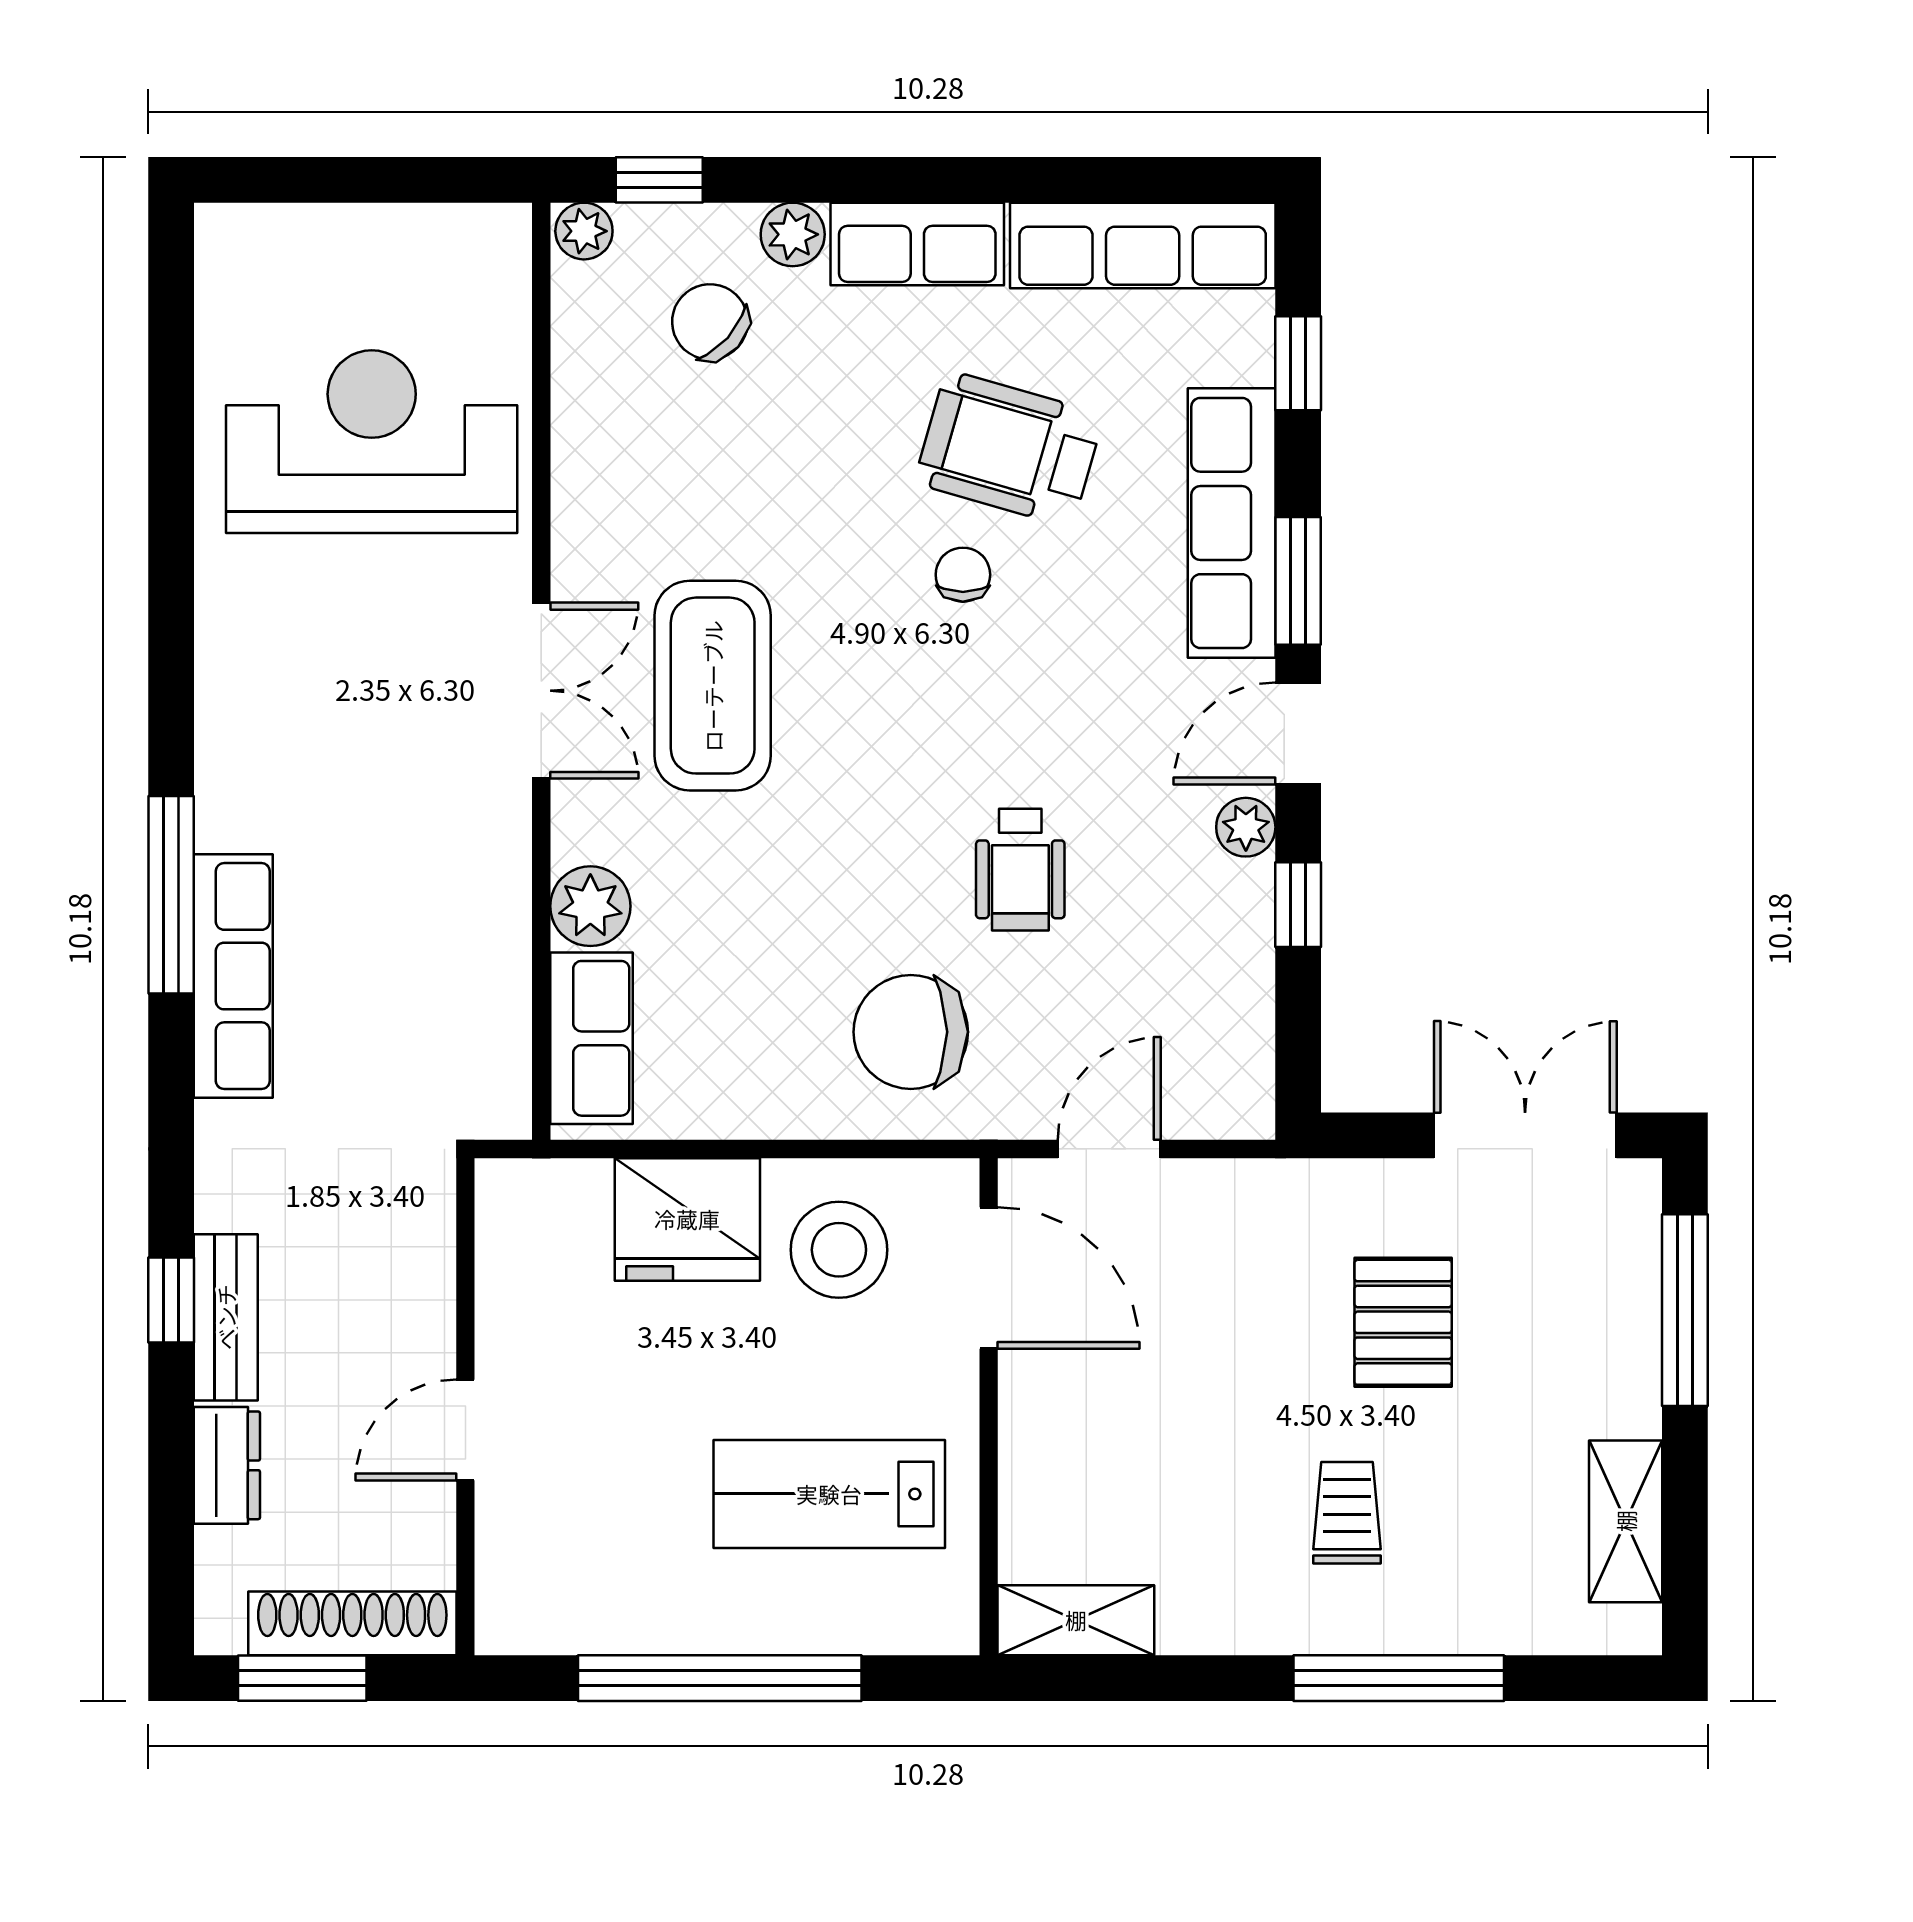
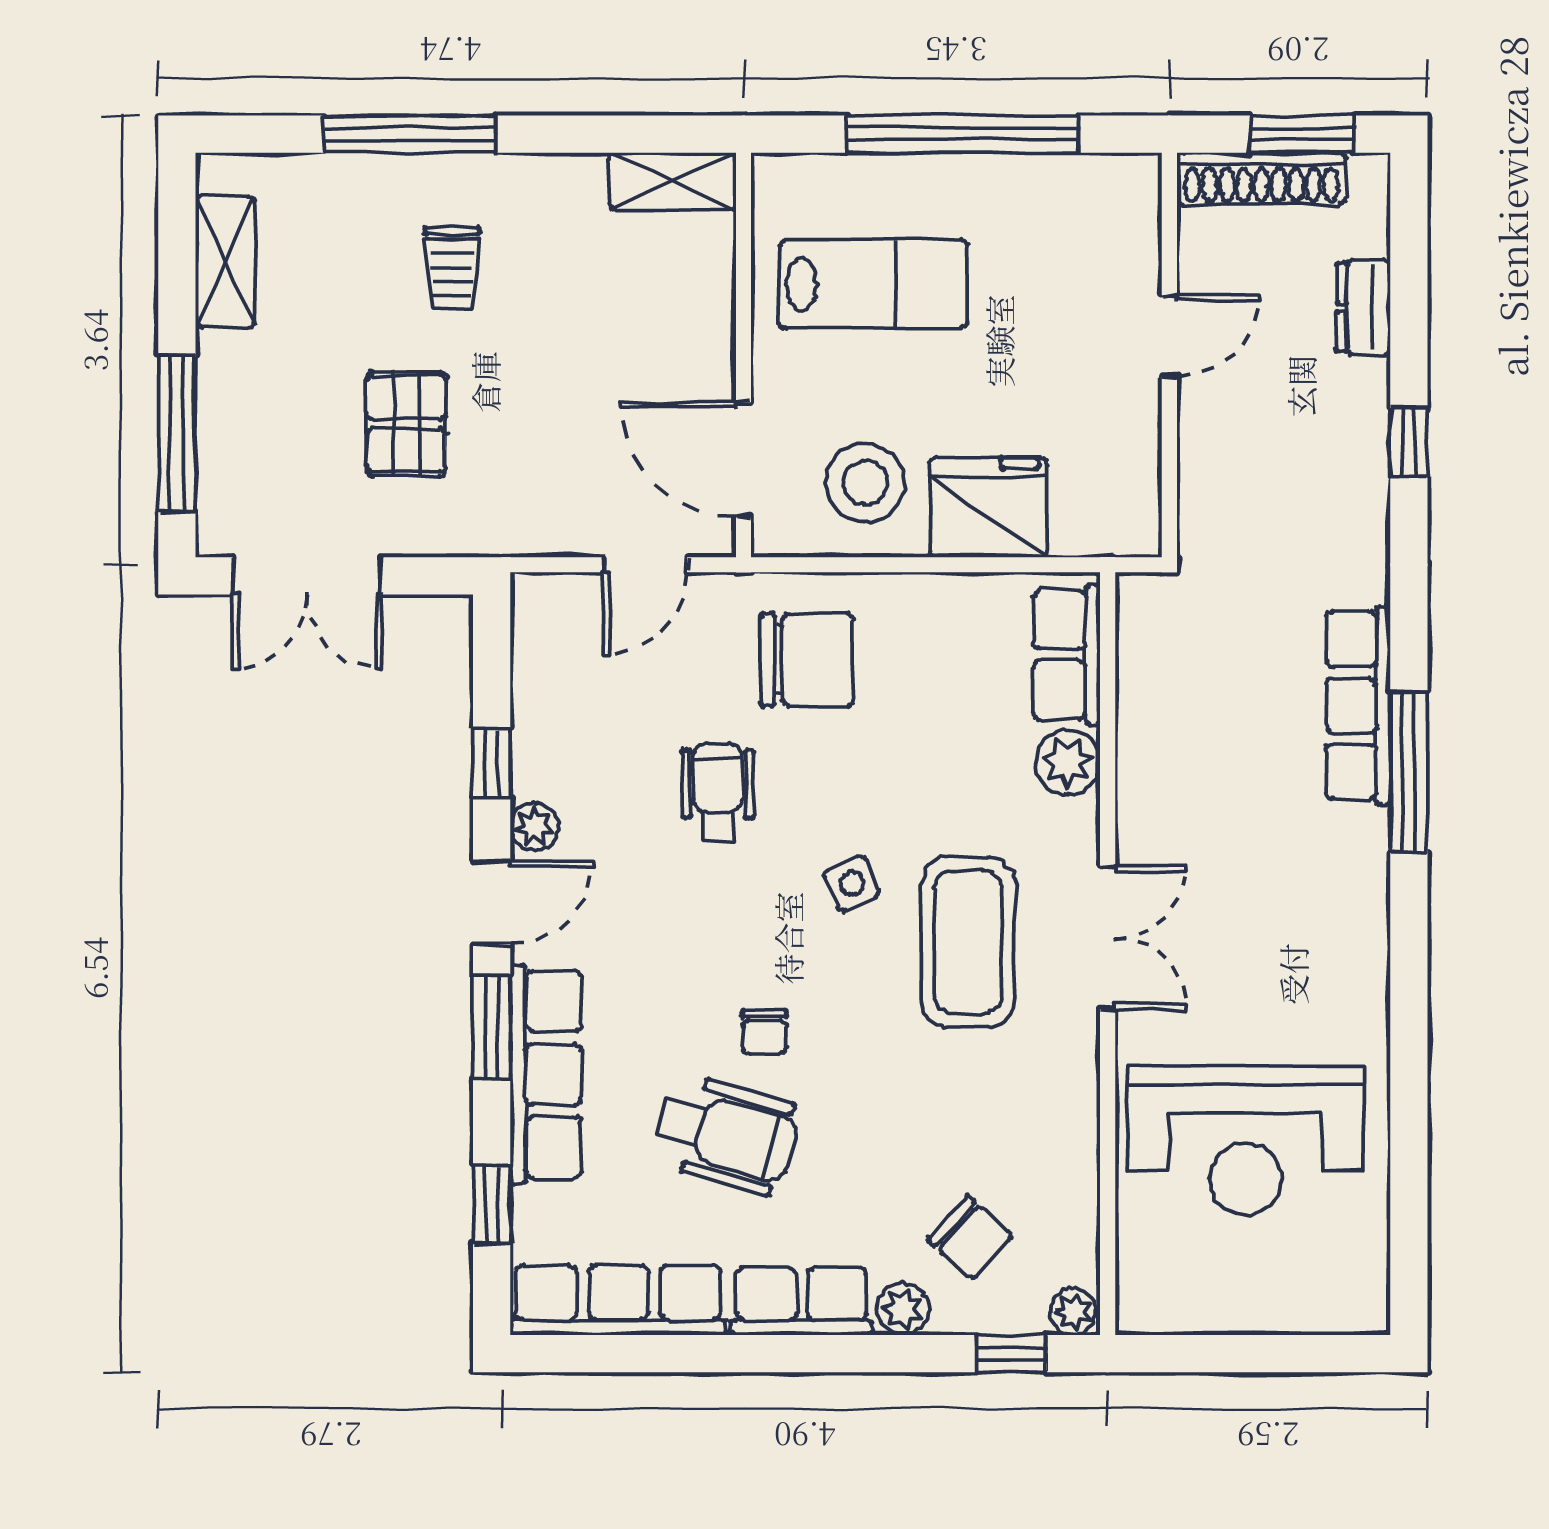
double door: (541, 691) -> (1108, 938), swing flipped
side table: (856, 758) -> (852, 883), added
bench: (226, 1317) -> (1364, 428), removed

